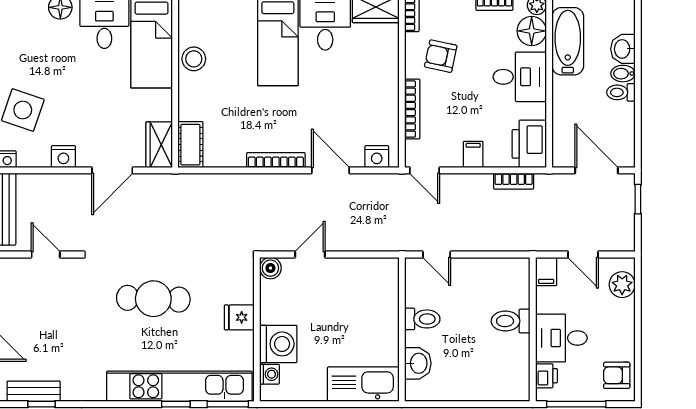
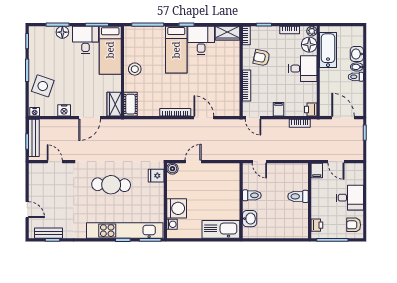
stool: (194, 59) -> (135, 69), moved
printer: (529, 144) -> (311, 109), width x0.53, depth x0.68
nightstand: (377, 157) -> (228, 110), removed
plant: (622, 285) -> (356, 177), removed
fridge: (239, 317) -> (156, 176), moved
desk: (561, 338) -> (350, 198), moved, turned 180

